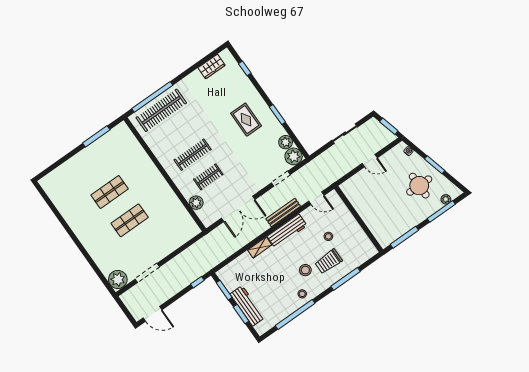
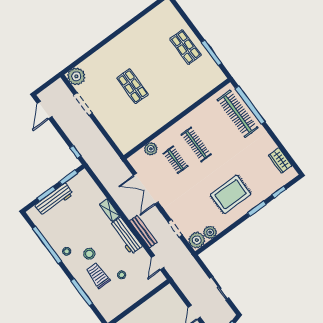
window: (277, 114) -> (257, 209), moved
rug: (246, 120) -> (231, 194), width x1.36, depth x1.43
shop shelf: (110, 192) -> (185, 47), moved

